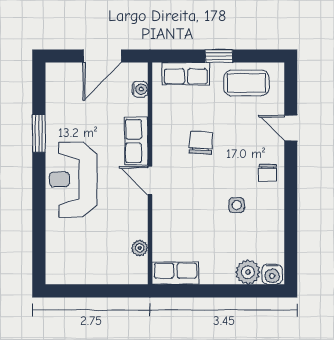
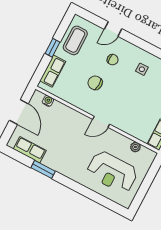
row of seats: (136, 141) -> (30, 150), moved, turned 180
chair: (268, 173) -> (113, 60), moved
reception desk: (73, 179) -> (112, 172), moved
side table: (237, 205) -> (142, 69), moved

